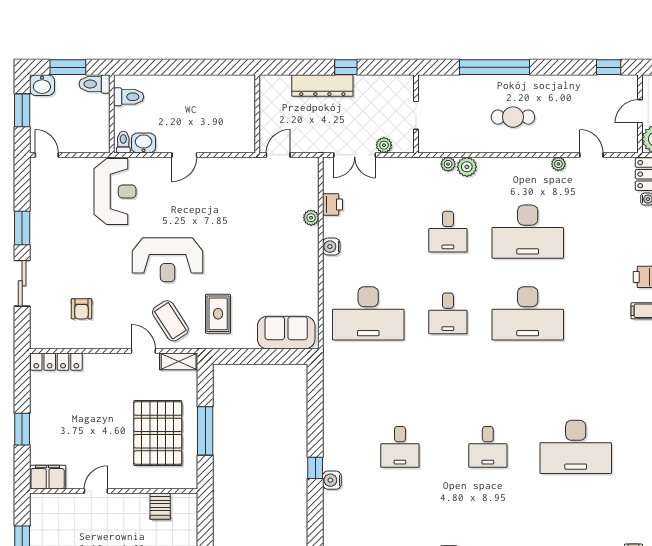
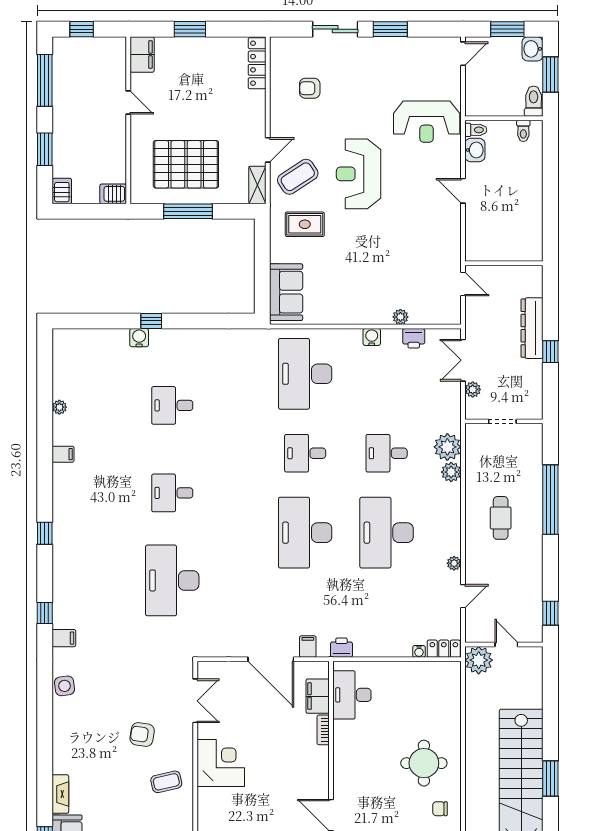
toilet: (129, 97) -> (523, 131), width x0.73, depth x0.72
plant: (448, 164) -> (447, 447), width x1.88, depth x1.88
server rack: (160, 506) -> (113, 194), moved

